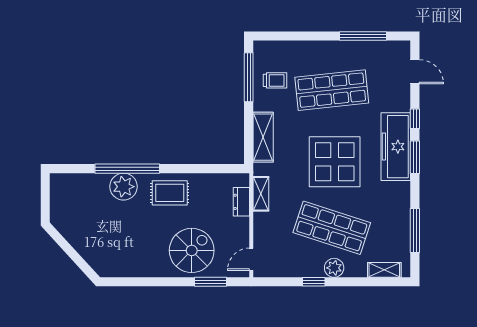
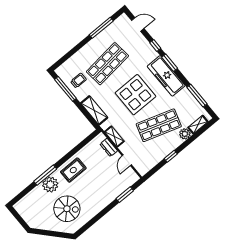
freezer: (396, 147) -> (166, 76), moved
window: (127, 169) -> (45, 175), width x0.68
spiral stairs: (192, 250) -> (67, 209), moved, turned 90
door: (251, 259) -> (127, 160), moved
plant: (334, 268) -> (185, 134), moved

